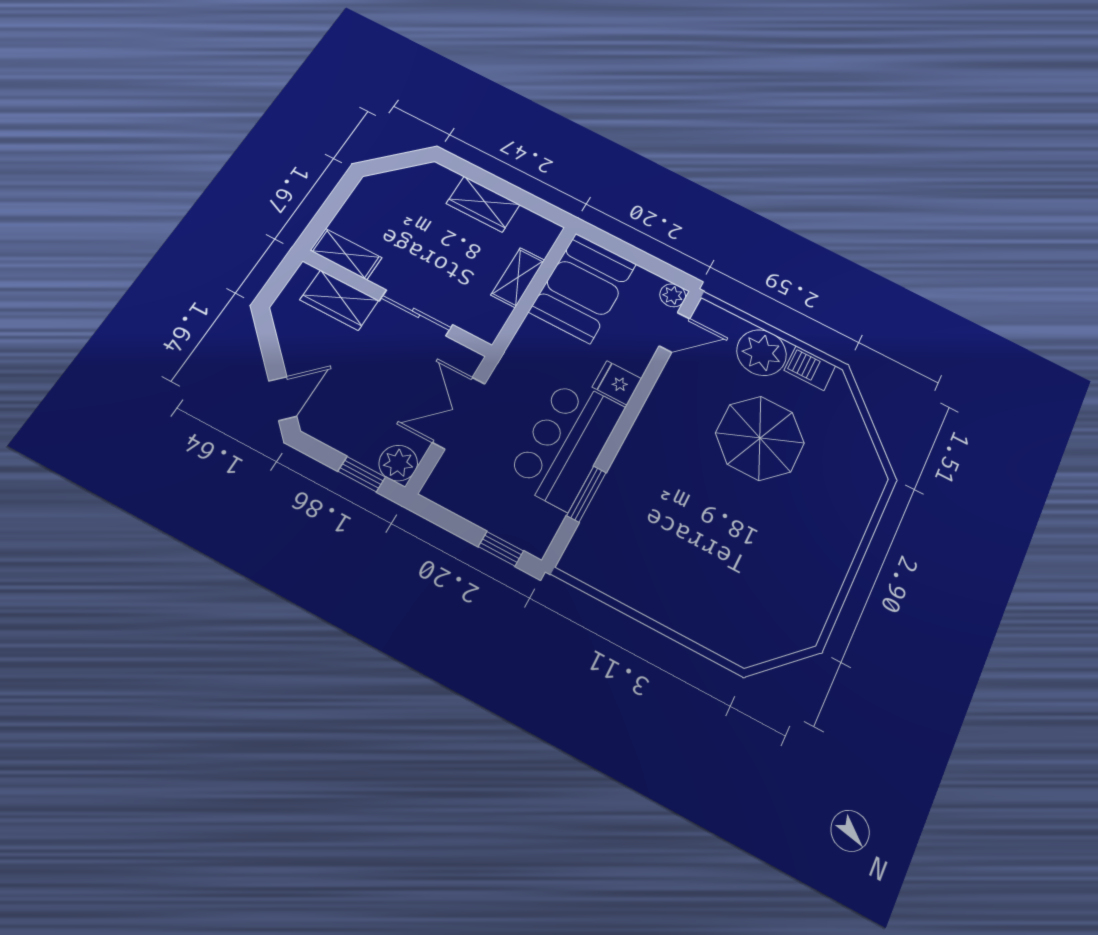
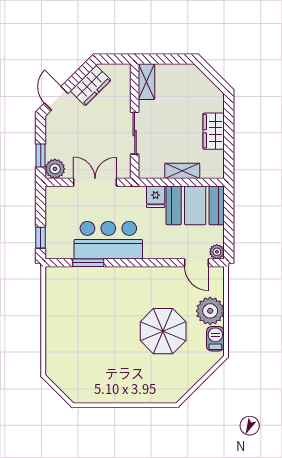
wardrobe: (339, 300) -> (91, 86), moved, turned -135
fridge: (617, 383) -> (156, 197), moved, turned 180
door: (283, 399) -> (56, 98), swing flipped

